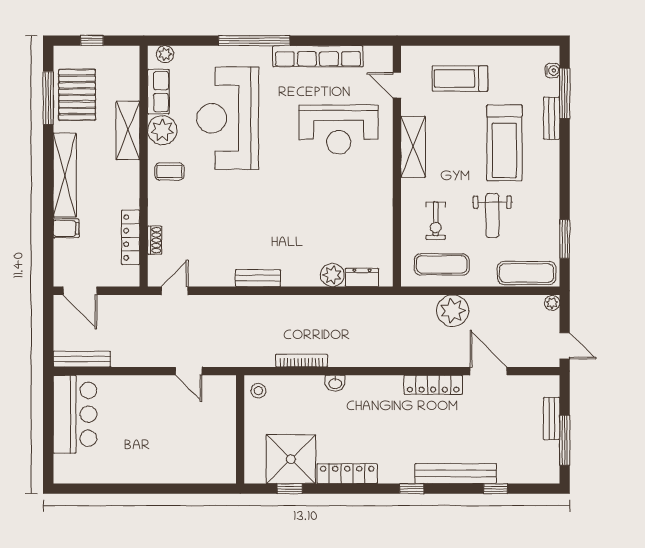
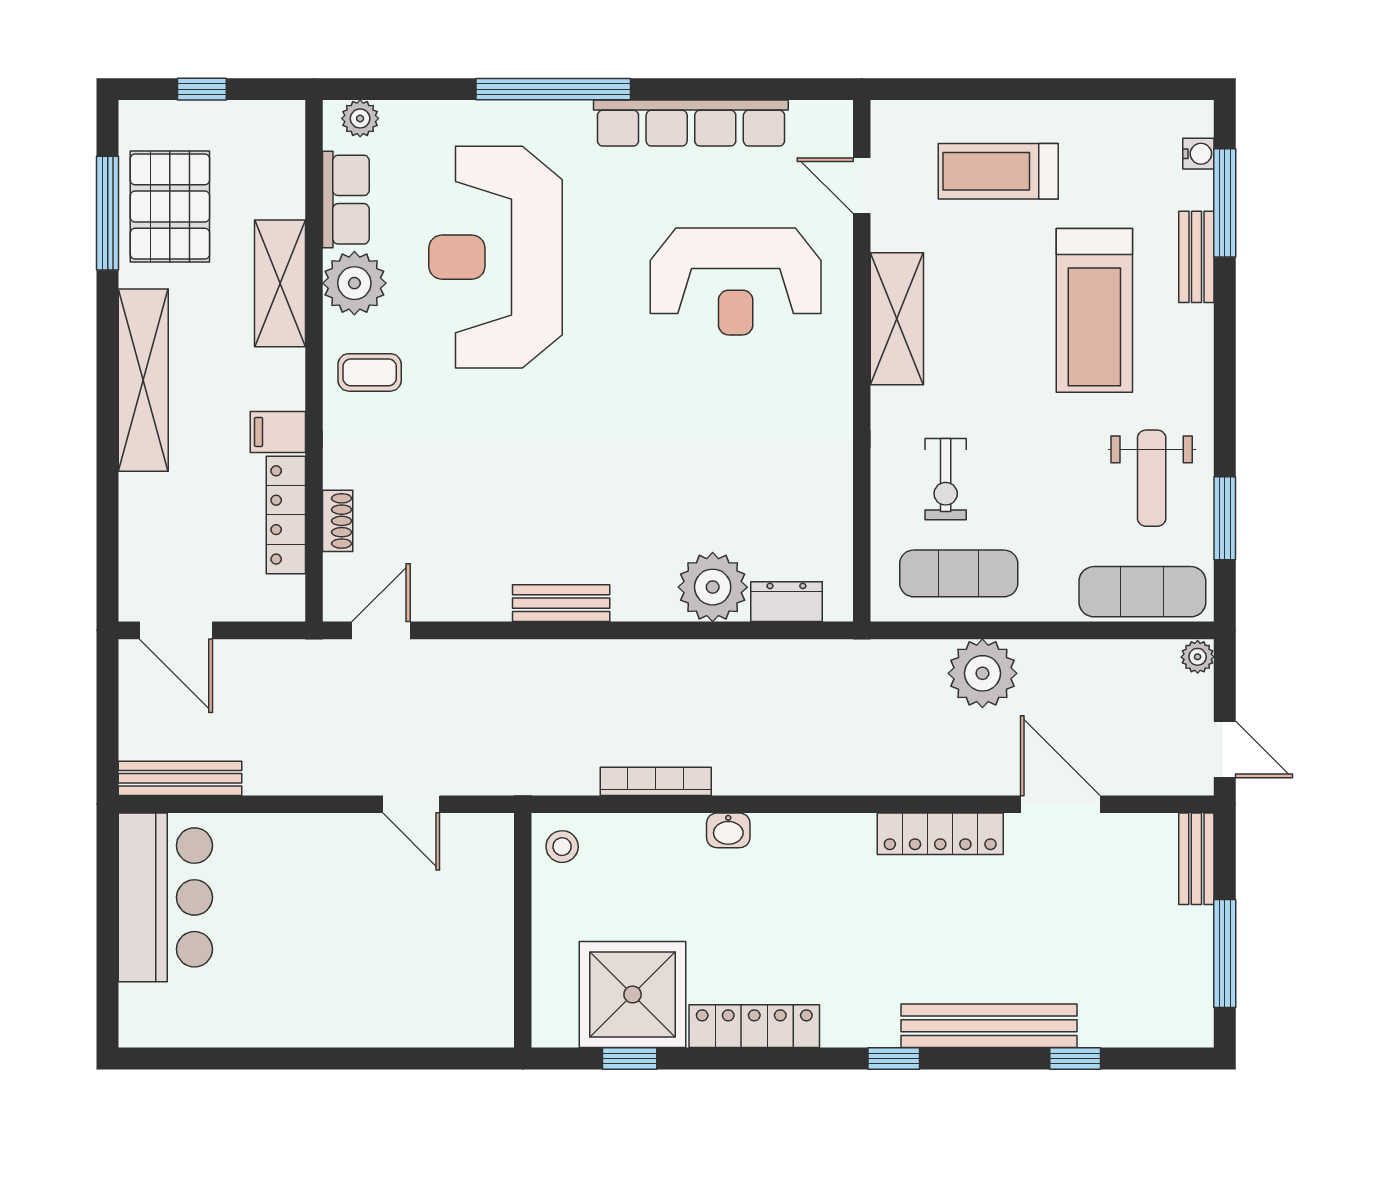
weight bench: (492, 216) -> (1152, 478), moved
filing cabinet: (66, 228) -> (278, 432), moved, turned 180
plant: (332, 275) -> (713, 587), width x1.36, depth x1.36
bench: (552, 418) -> (1196, 859), moved

